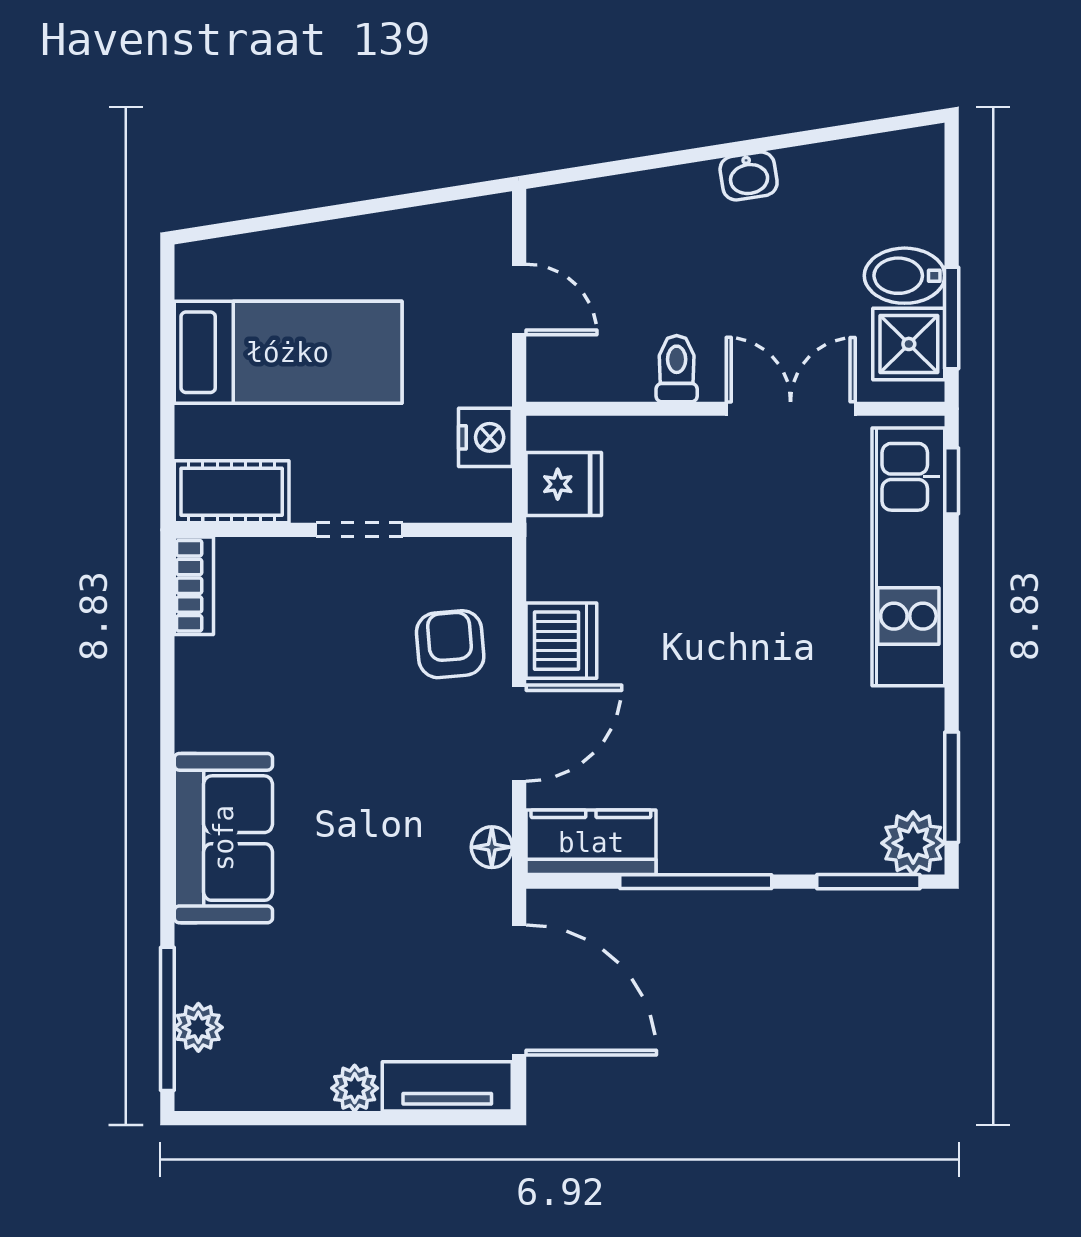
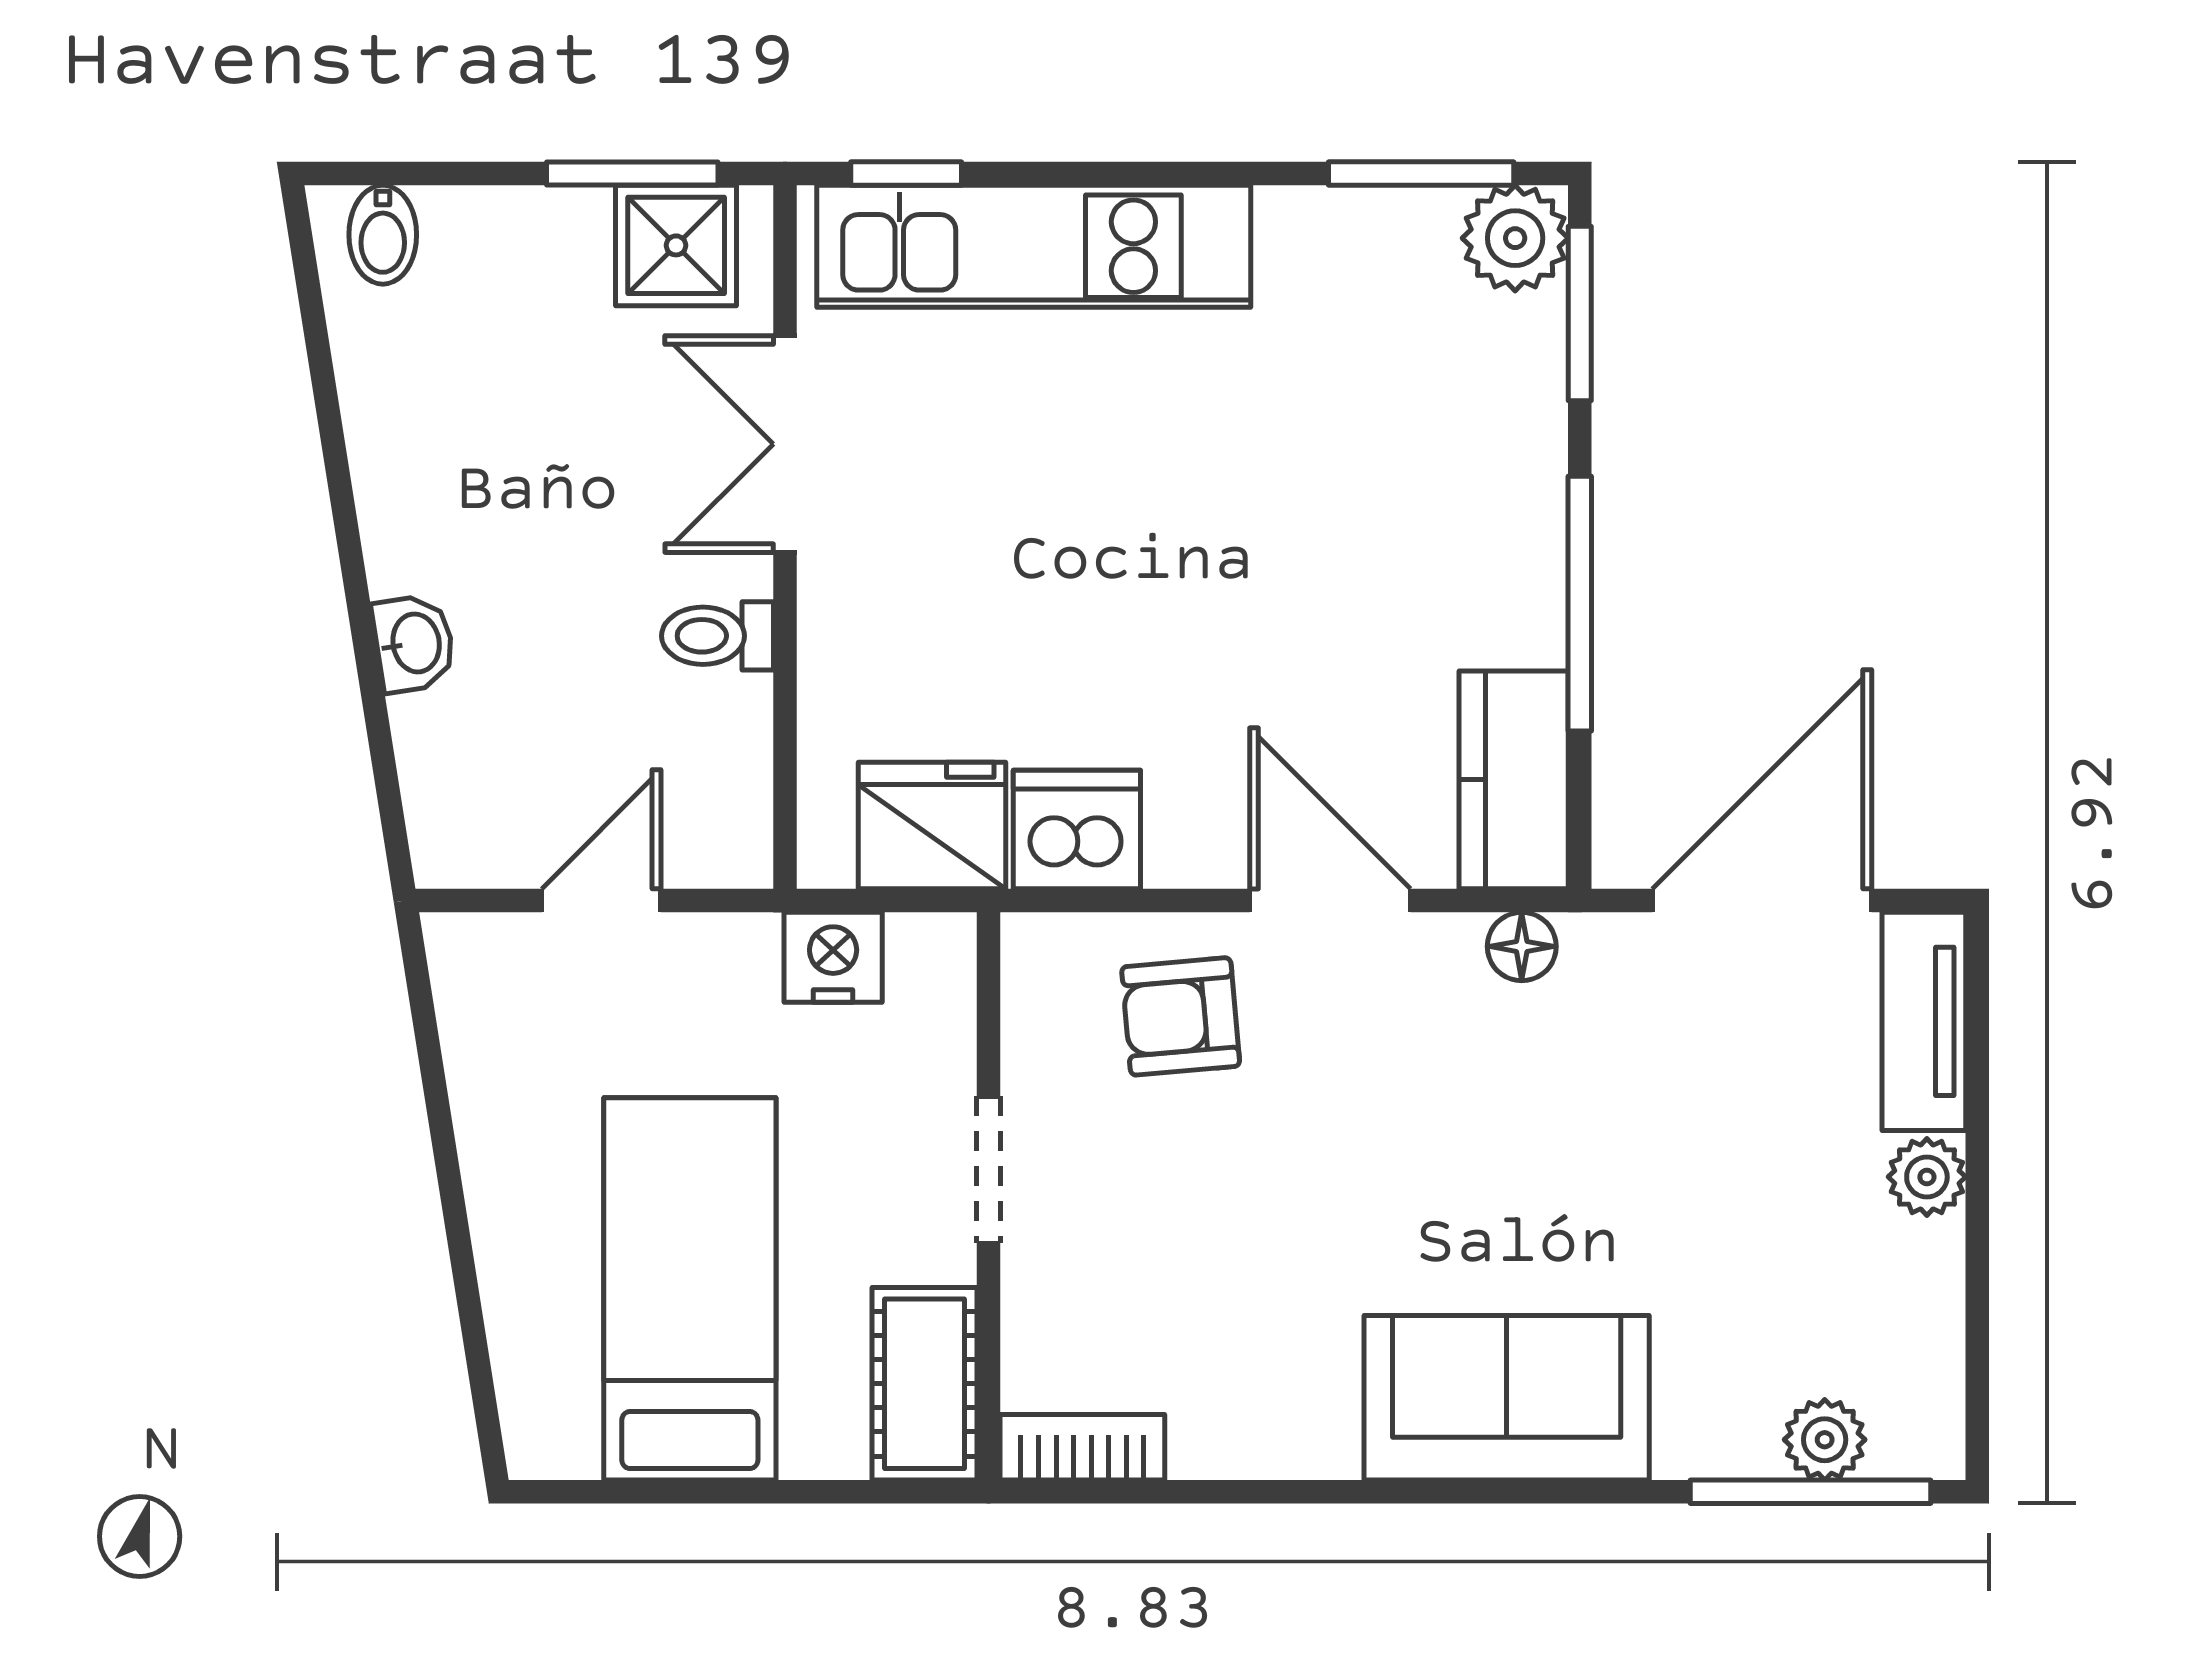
washbasin: (749, 176) -> (414, 643), moved
bidet: (905, 276) -> (383, 235), moved, width x0.72, depth x0.74
fridge: (564, 484) -> (932, 826), width x1.38
dishwasher: (561, 641) -> (1077, 829), moved

